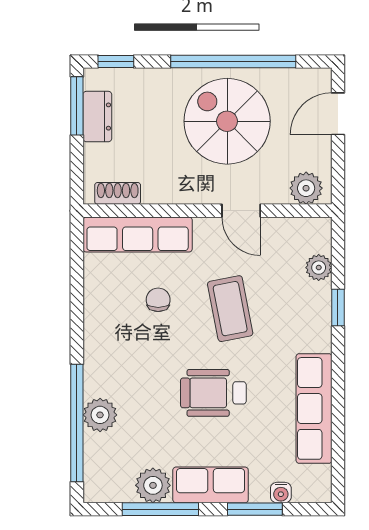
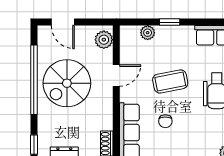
chair: (158, 300) -> (165, 121), turned -90

